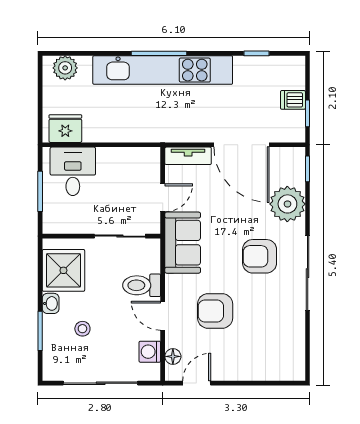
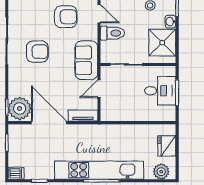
dishwasher: (293, 100) -> (16, 173), moved
fridge: (65, 129) -> (167, 146), moved, turned 90
desk: (73, 171) -> (160, 91), moved, turned -90
plant: (287, 204) -> (20, 108), moved

